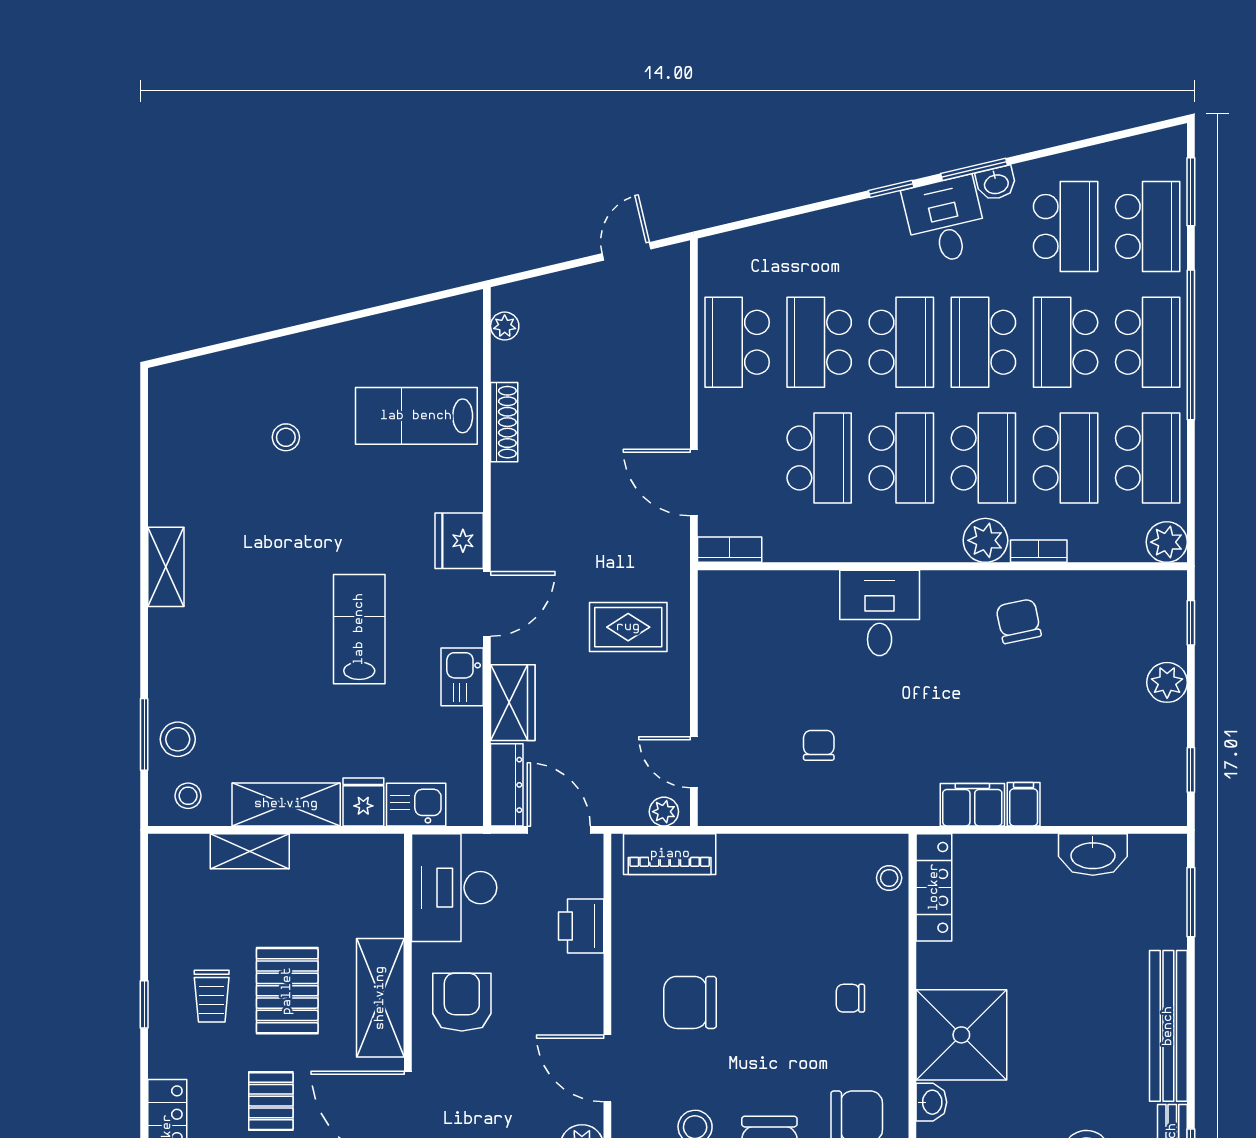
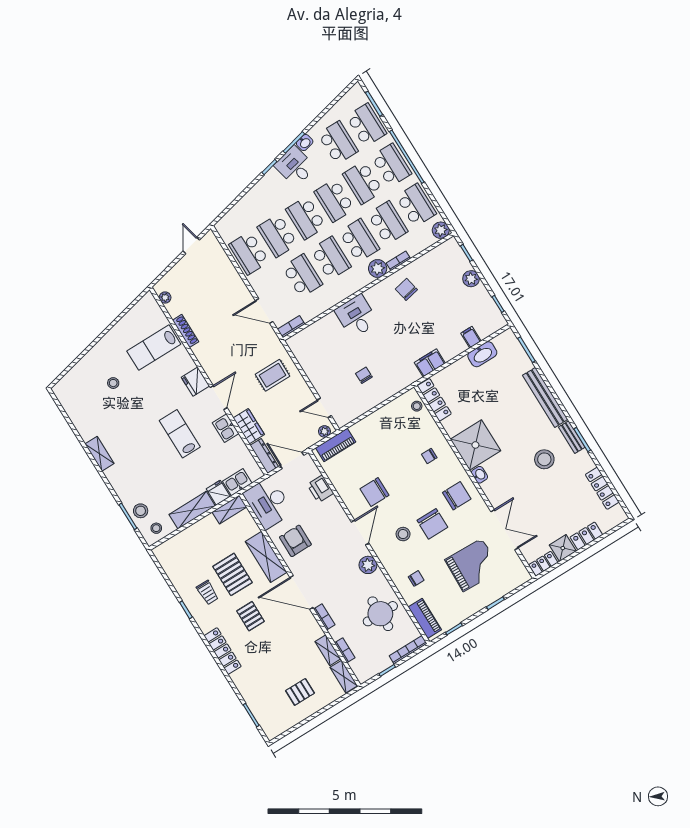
school desk: (901, 342) -> (306, 218), turned 180
filing cabinet: (1024, 804) -> (471, 337), moved
shelving: (250, 851) -> (229, 509), moved
door: (607, 1068) -> (360, 533), swing flipped

